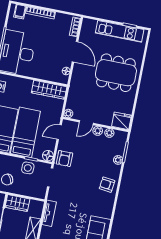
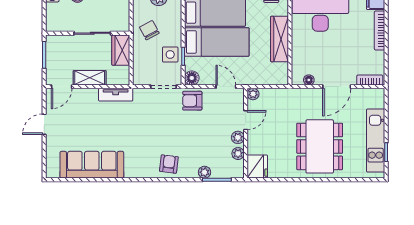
wardrobe: (49, 90) -> (280, 39), moved
door: (86, 123) -> (246, 120), swing flipped

